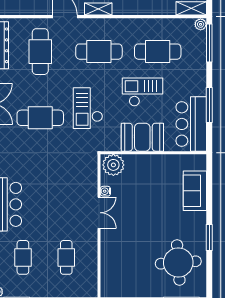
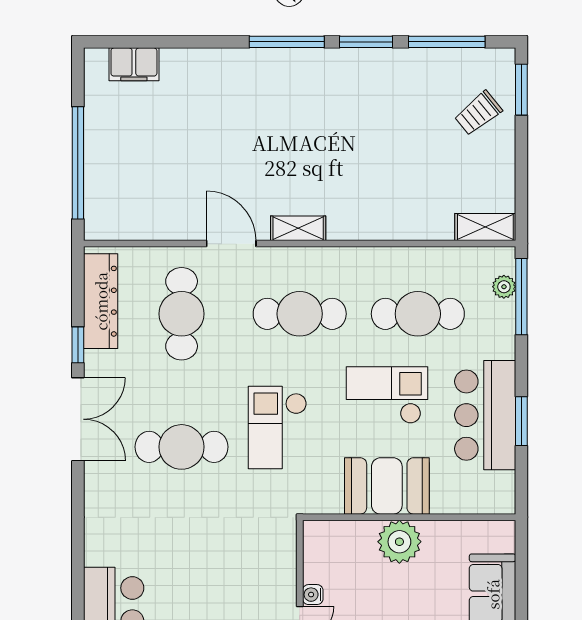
plant: (201, 24) -> (504, 287), moved
window: (209, 105) -> (521, 421), width x0.69
bar counter: (191, 124) -> (485, 415), moved
plant: (113, 165) -> (399, 542), moved

